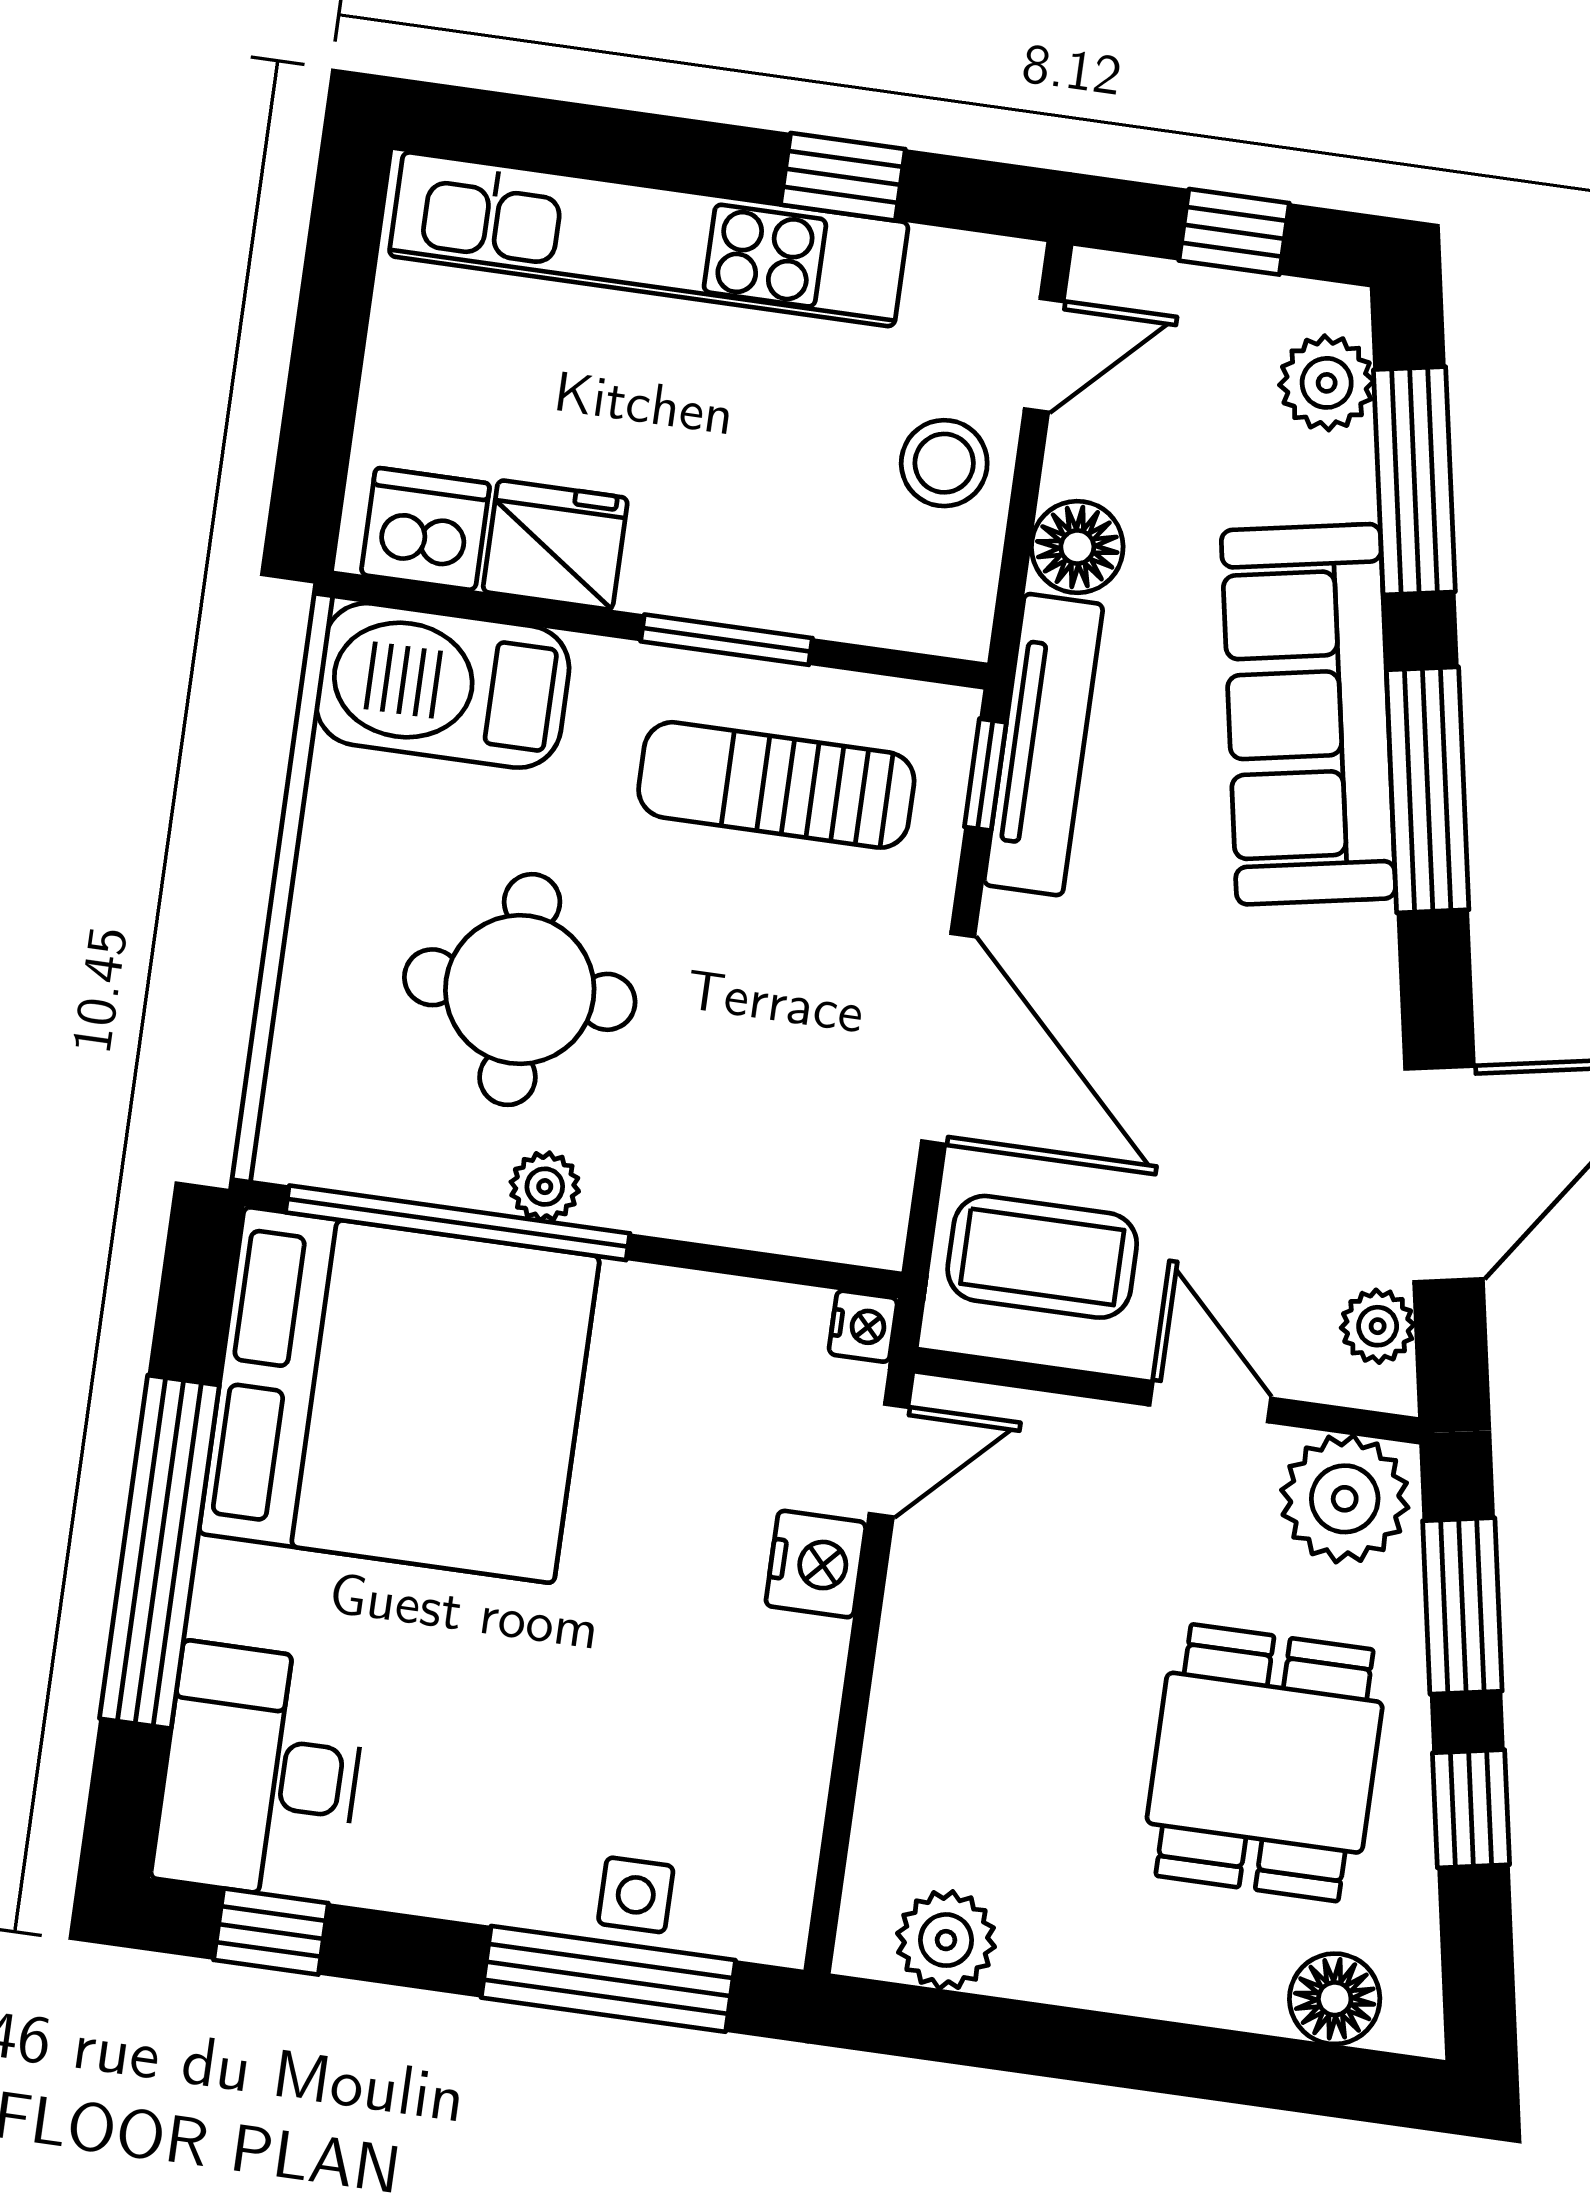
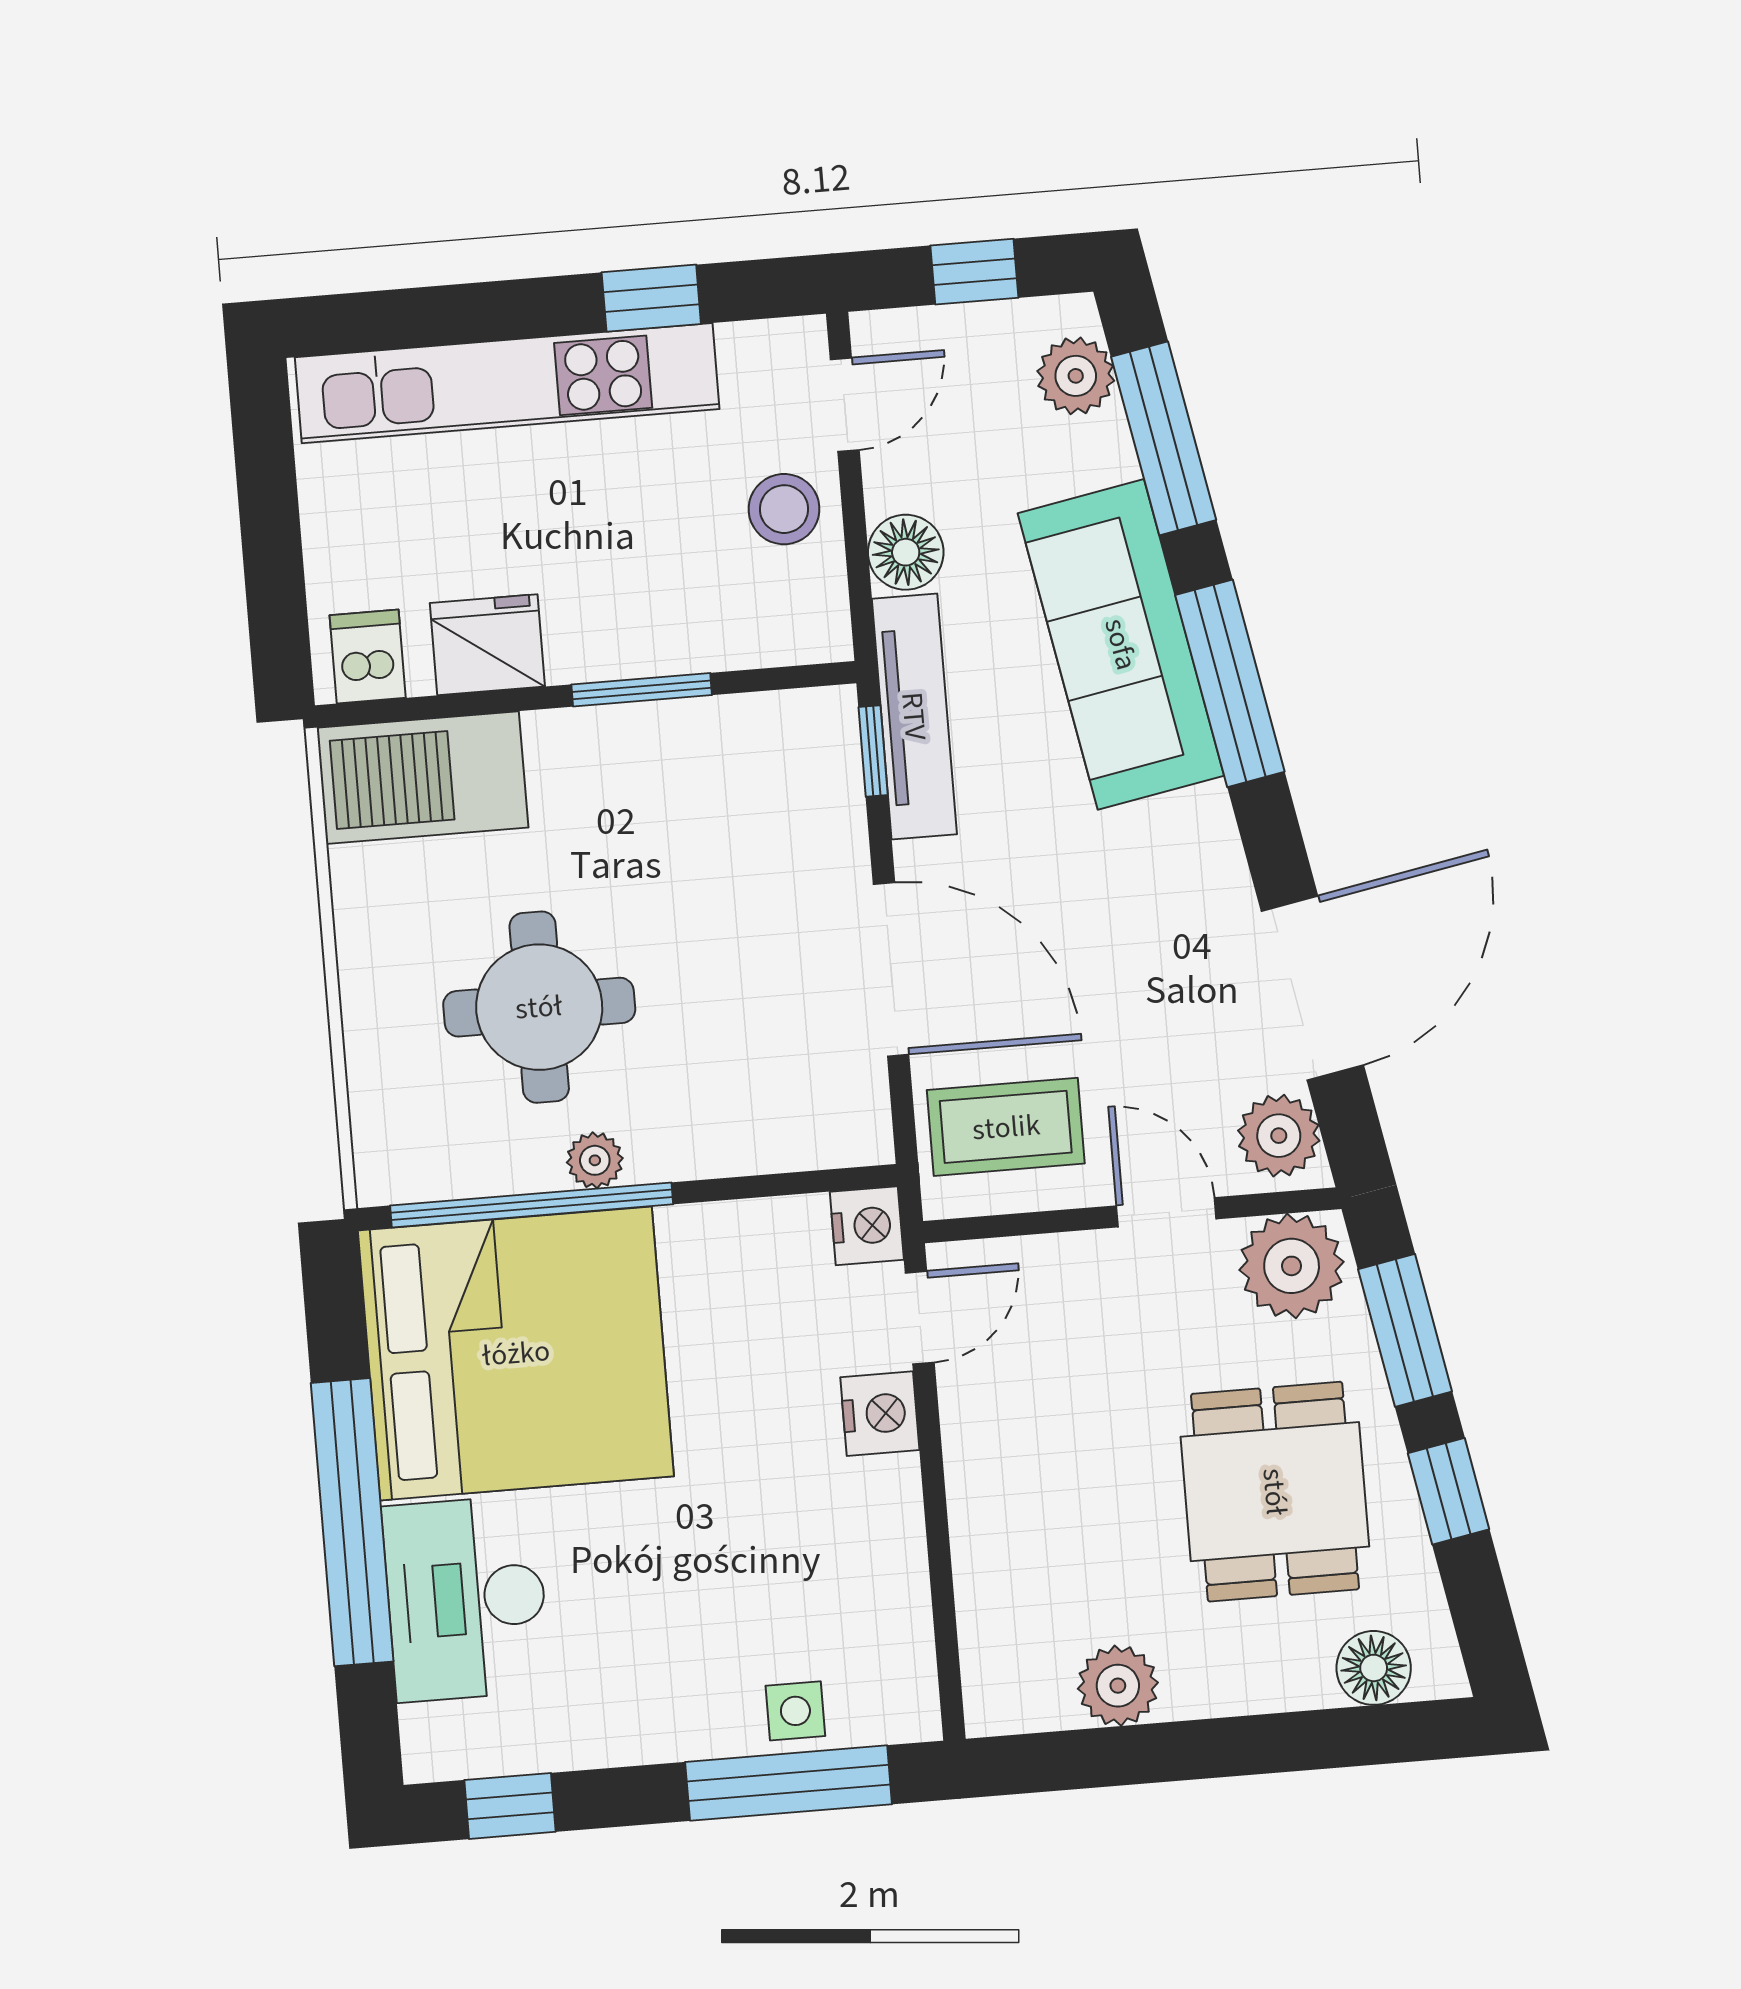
dishwasher: (425, 529) -> (368, 657), width x0.73
sun lounger: (776, 785) -> (708, 797), removed
nightstand: (863, 1326) -> (867, 1226), width x1.39, depth x1.35
plant: (1378, 1326) -> (1279, 1136), width x1.38, depth x1.38
desk: (260, 1772) -> (466, 1599), moved
plant: (946, 1940) -> (1118, 1686), moved

